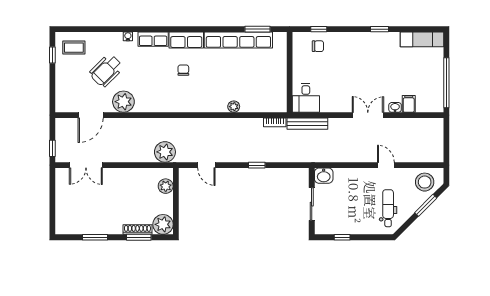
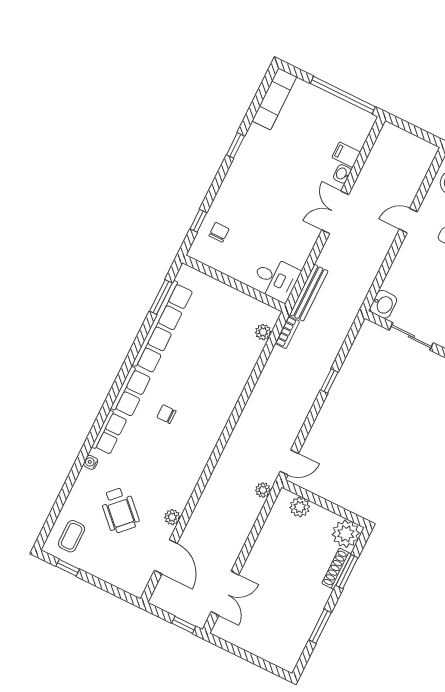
plant: (123, 102) -> (172, 517), width x0.53, depth x0.53
plant: (234, 107) -> (263, 332), moved
plant: (165, 152) -> (263, 490), width x0.53, depth x0.53
door: (206, 165) -> (289, 462), moved

